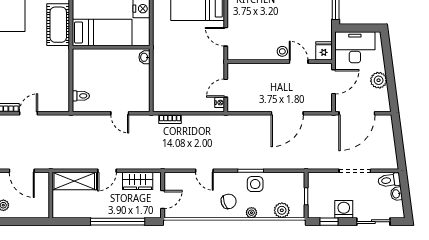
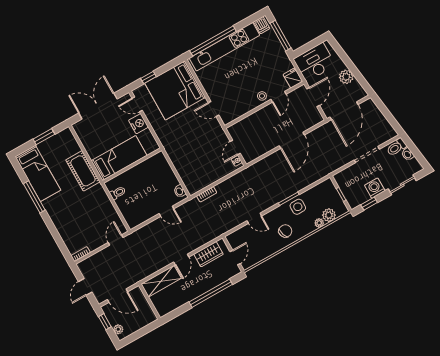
washbasin: (144, 57) -> (180, 191), moved
door: (299, 62) -> (278, 97), swing flipped
toilet: (81, 96) -> (118, 193), moved
door: (29, 113) -> (116, 240), moved
plant: (251, 213) -> (319, 223), moved

